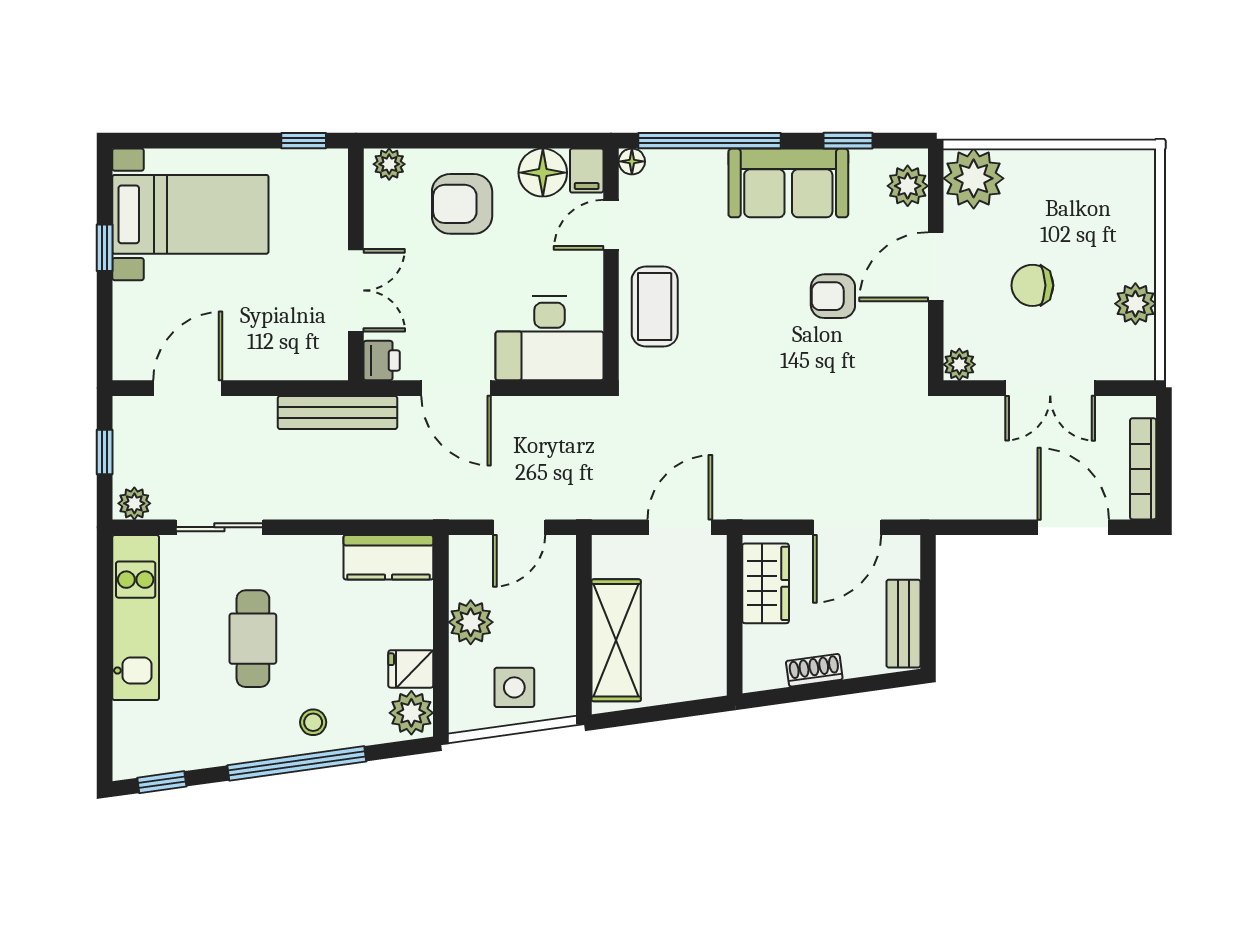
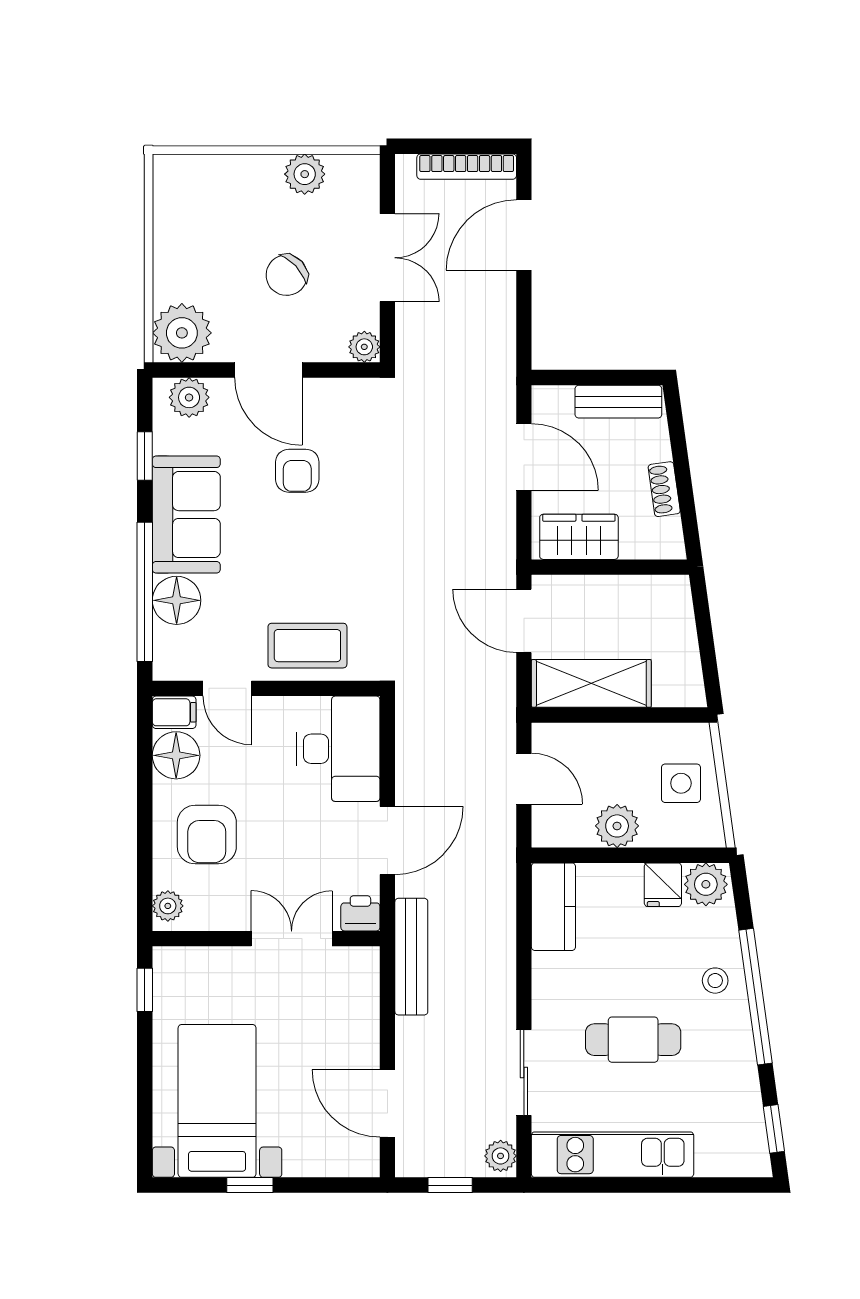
floor lamp: (632, 161) -> (177, 600), moved, width x1.89, depth x1.89
chair: (1032, 285) -> (287, 275), turned 47
shelving: (616, 640) -> (591, 683), moved

